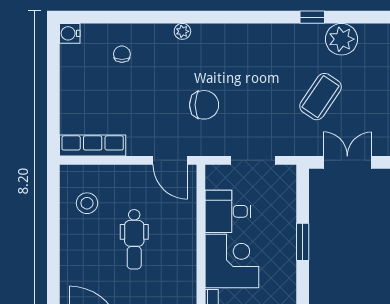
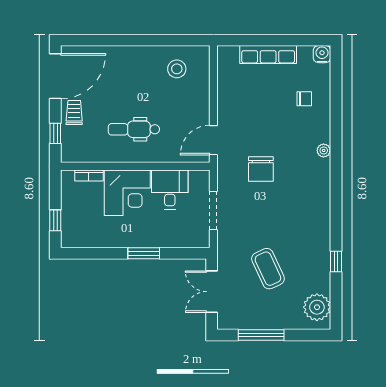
plant: (341, 39) -> (317, 307), moved
coffee table: (321, 97) -> (268, 269), turned 31
row of seats: (93, 146) -> (268, 55), moved, turned 90
double door: (347, 162) -> (212, 292), swing flipped
dental chair: (134, 239) -> (134, 129), moved

